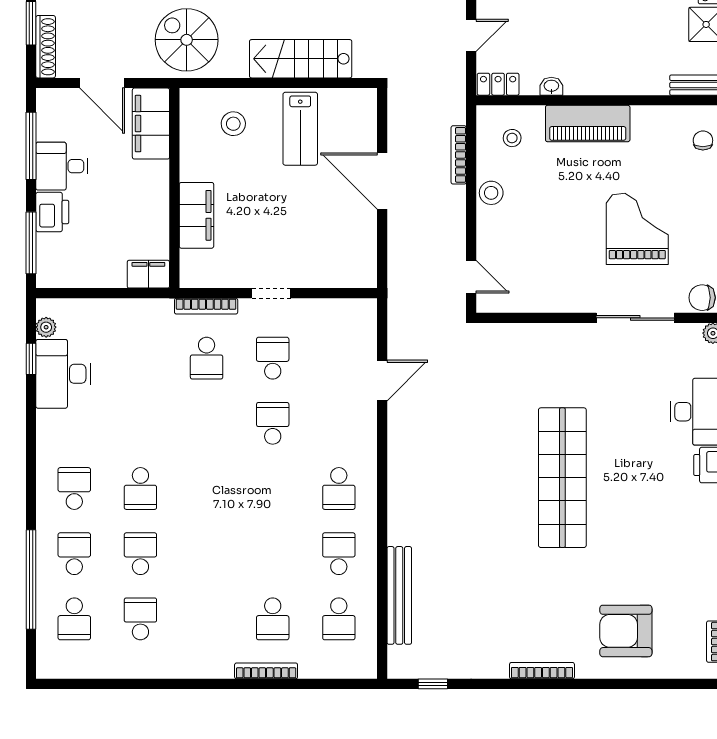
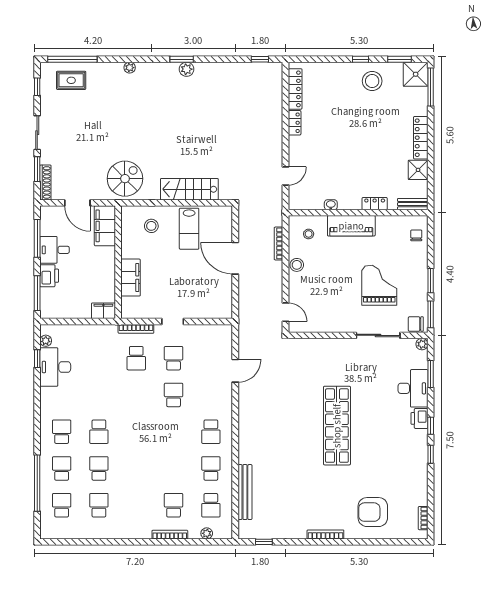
spiral stairs: (187, 40) -> (125, 179), turned 90
locker: (498, 84) -> (375, 204), moved
school desk: (74, 619) -> (62, 505), turned 180
school desk: (273, 619) -> (174, 505), turned 180
plant: (331, 669) -> (207, 533), added

